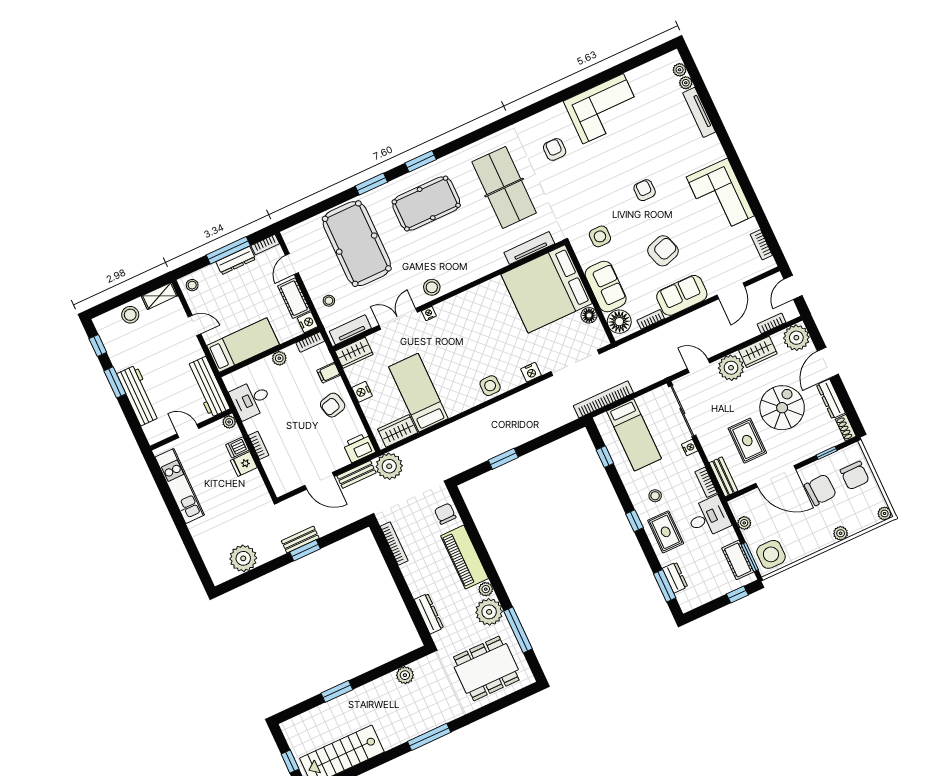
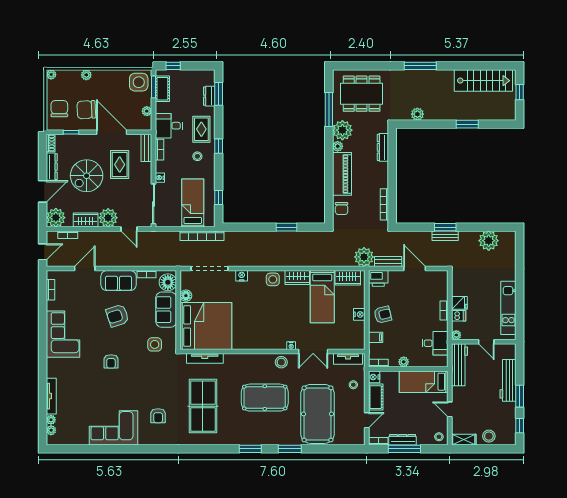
pool table: (426, 204) -> (265, 398), moved
wardrobe: (354, 353) -> (297, 277), moved, turned 180

